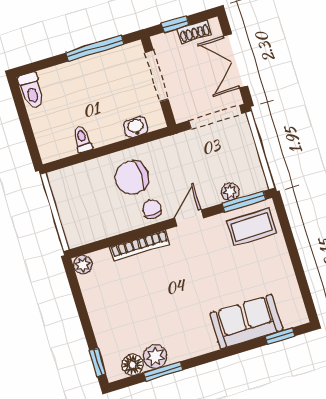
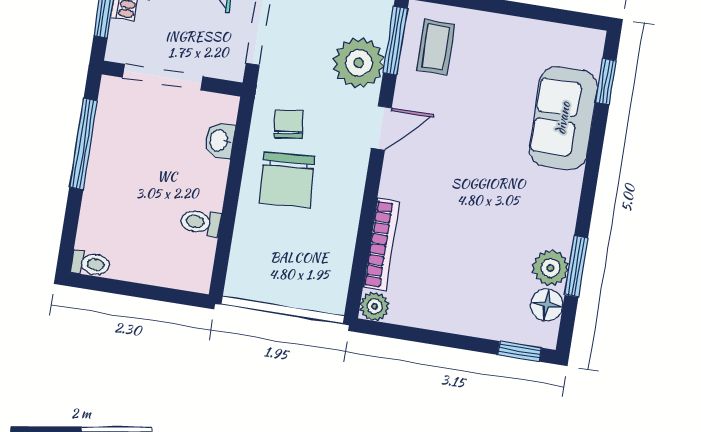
toilet: (31, 90) -> (91, 264), width x0.73, depth x0.72
plant: (230, 192) -> (359, 63), width x1.87, depth x1.87
chair: (152, 209) -> (289, 124), moved, turned 82
door: (189, 218) -> (381, 128), swing flipped
coffee table: (252, 227) -> (436, 47), width x0.73, depth x0.77
bookcase: (140, 245) -> (381, 244), moved

